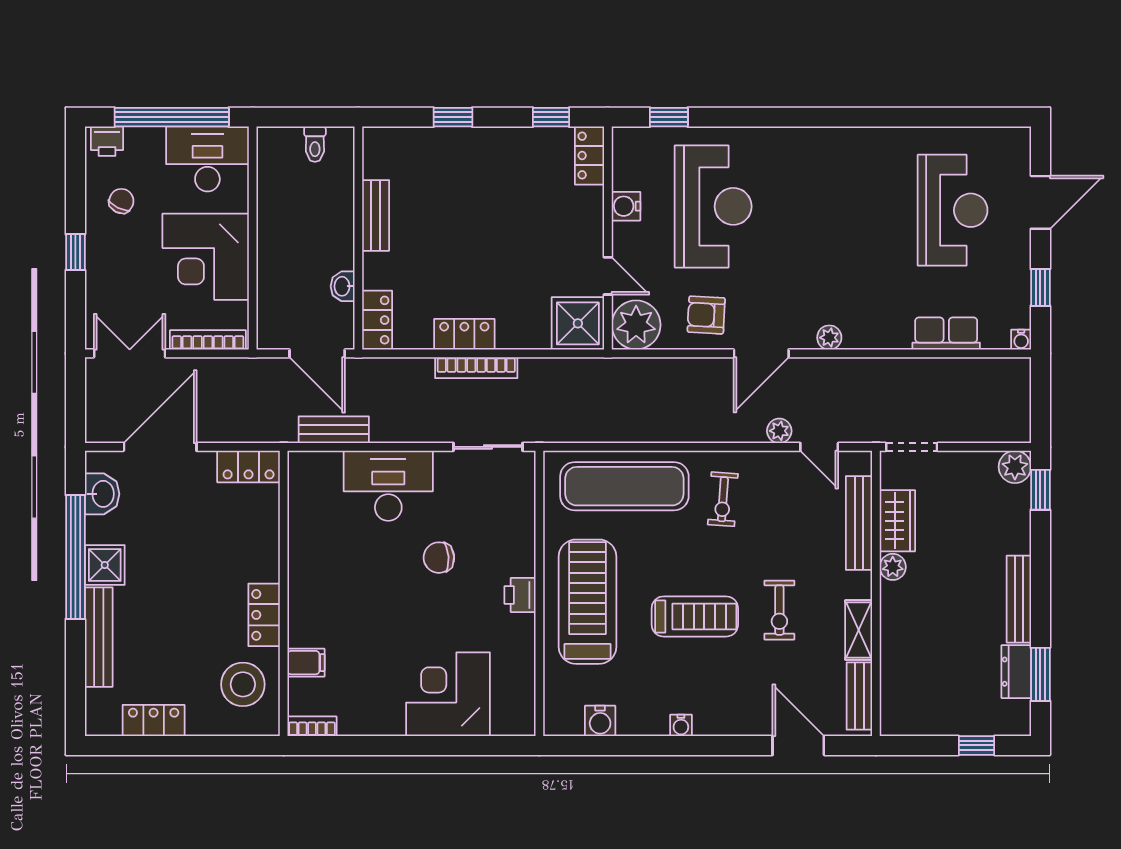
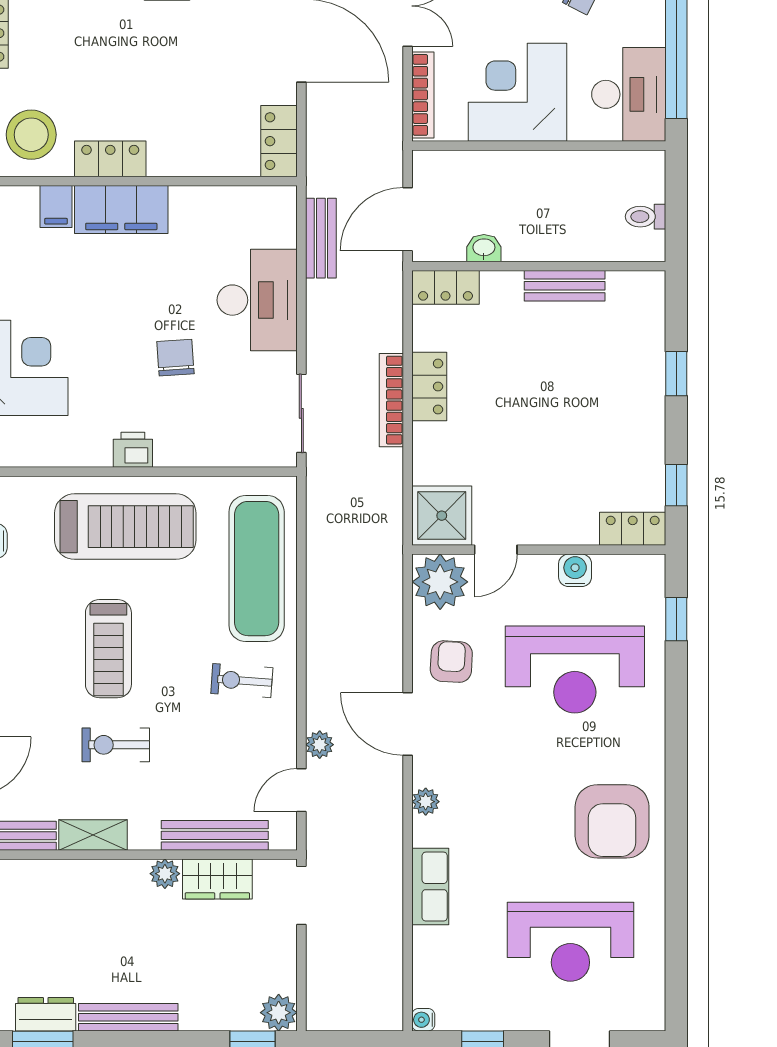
armchair: (847, 174) -> (612, 821), added
row of seats: (946, 334) -> (430, 887), moved
filing cabinet: (309, 605) -> (121, 210), added

